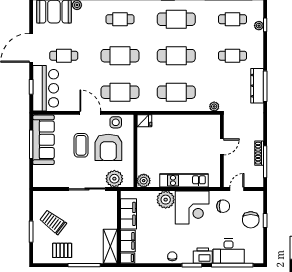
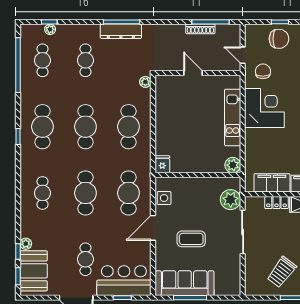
armchair: (108, 147) -> (194, 207), removed
plant: (166, 200) -> (255, 139), removed
locker: (112, 218) -> (276, 203), added

